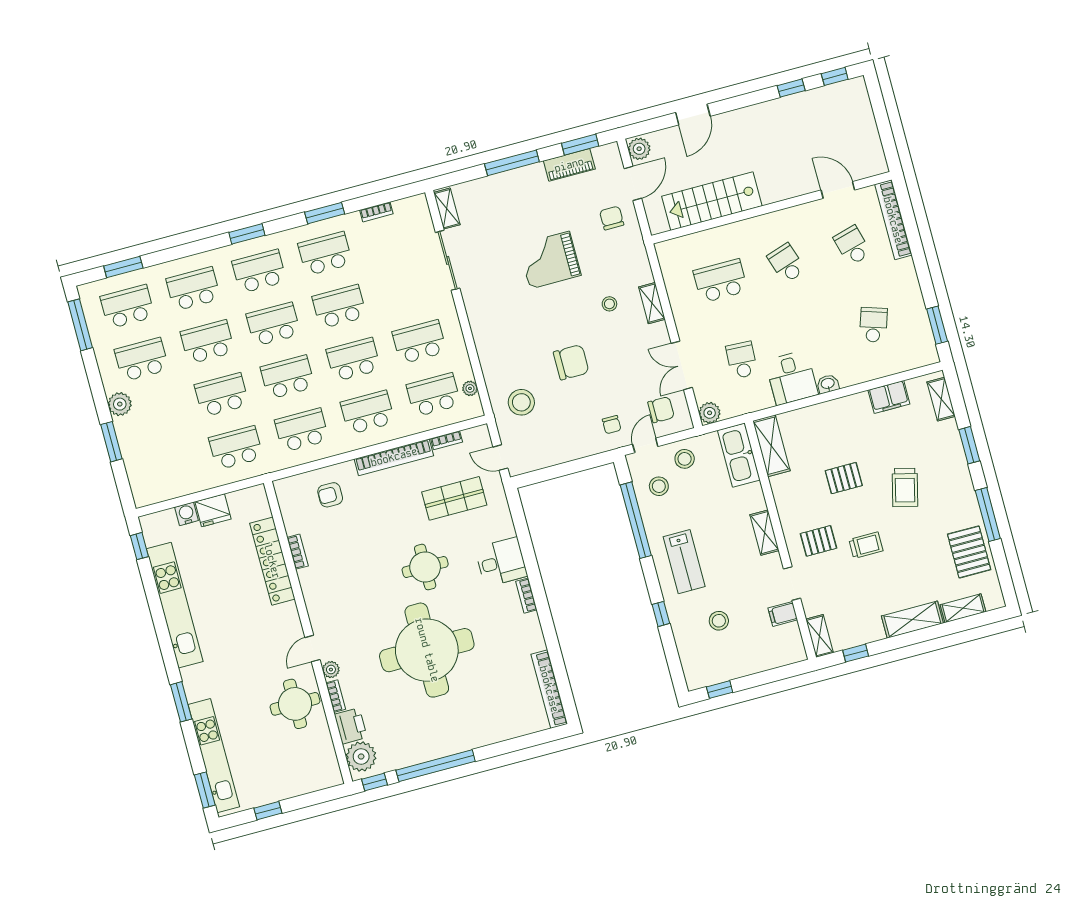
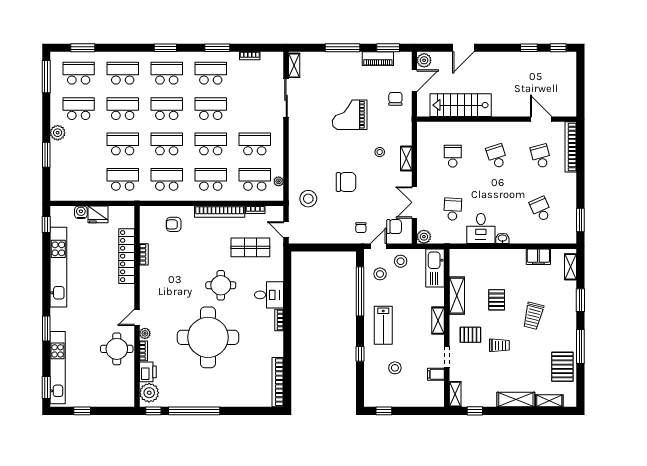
school desk: (720, 281) -> (453, 156), width x0.54
school desk: (873, 325) -> (541, 209), turned -42
shelving: (771, 446) -> (457, 296), moved
pallet: (844, 478) -> (497, 300), turned 90

